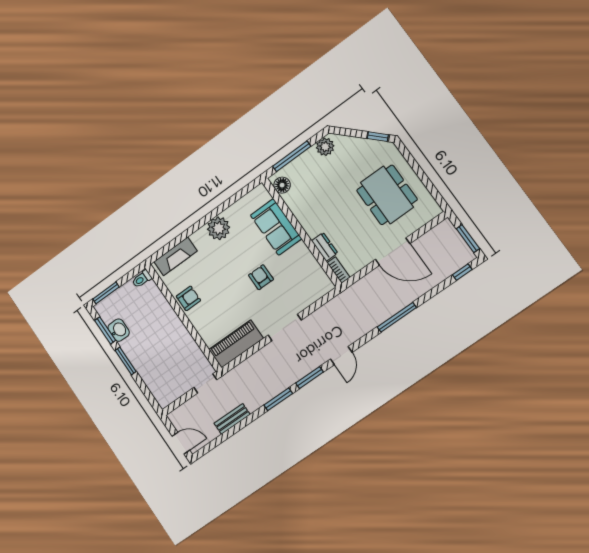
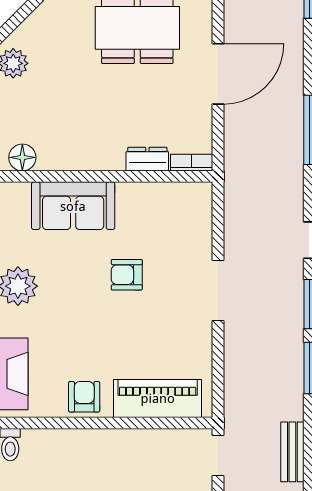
piano: (236, 344) -> (158, 398), moved, turned 90

